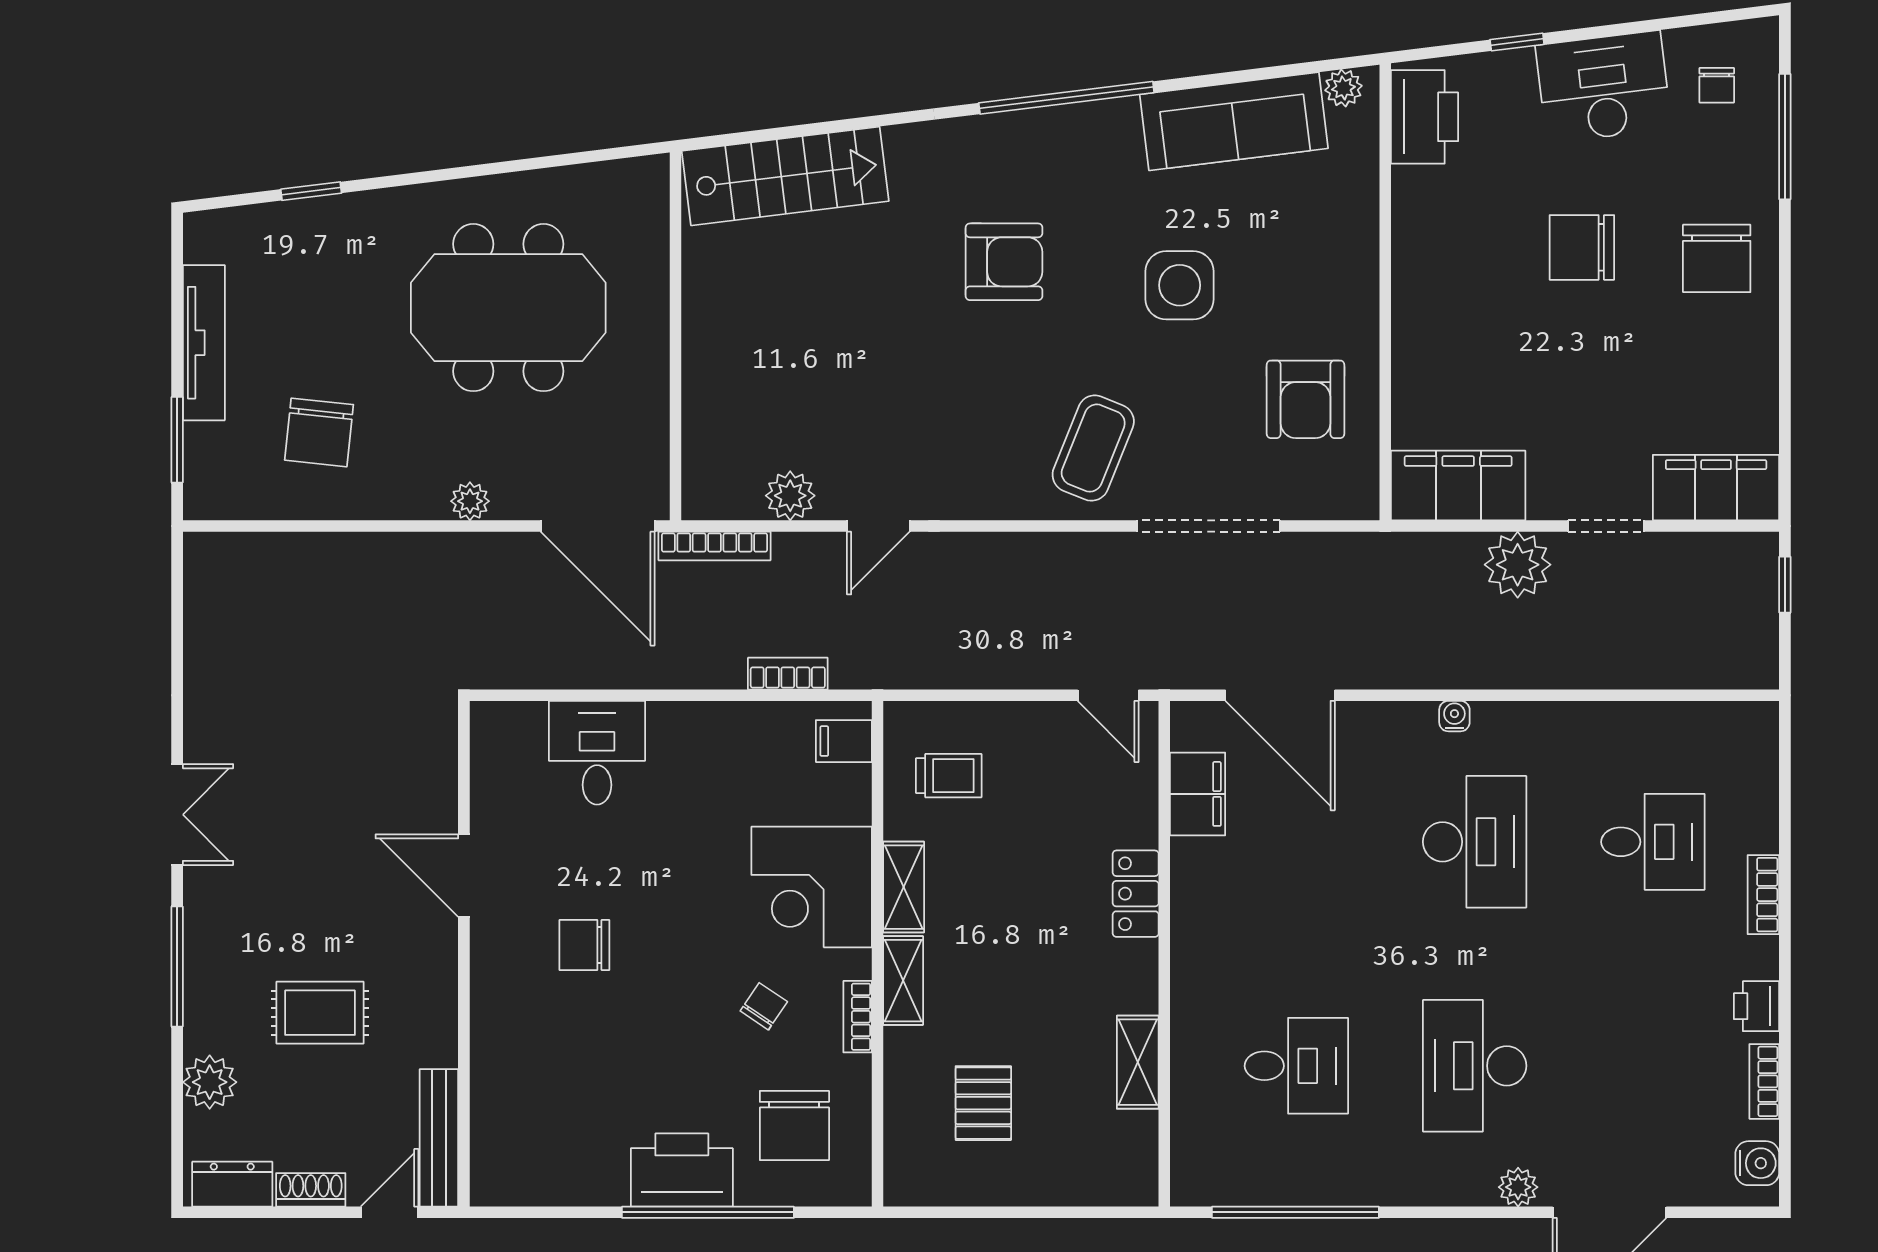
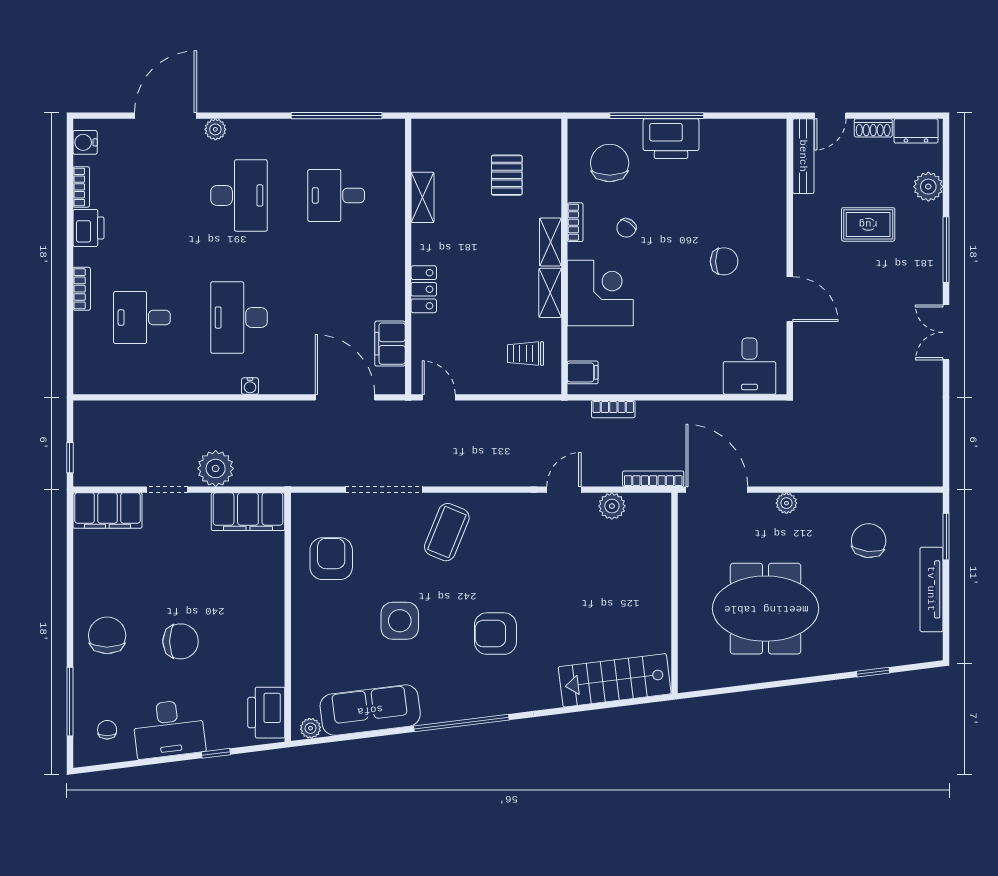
desk: (597, 753) -> (749, 366), moved
printer: (1756, 1006) -> (88, 228), width x1.36, depth x1.24

